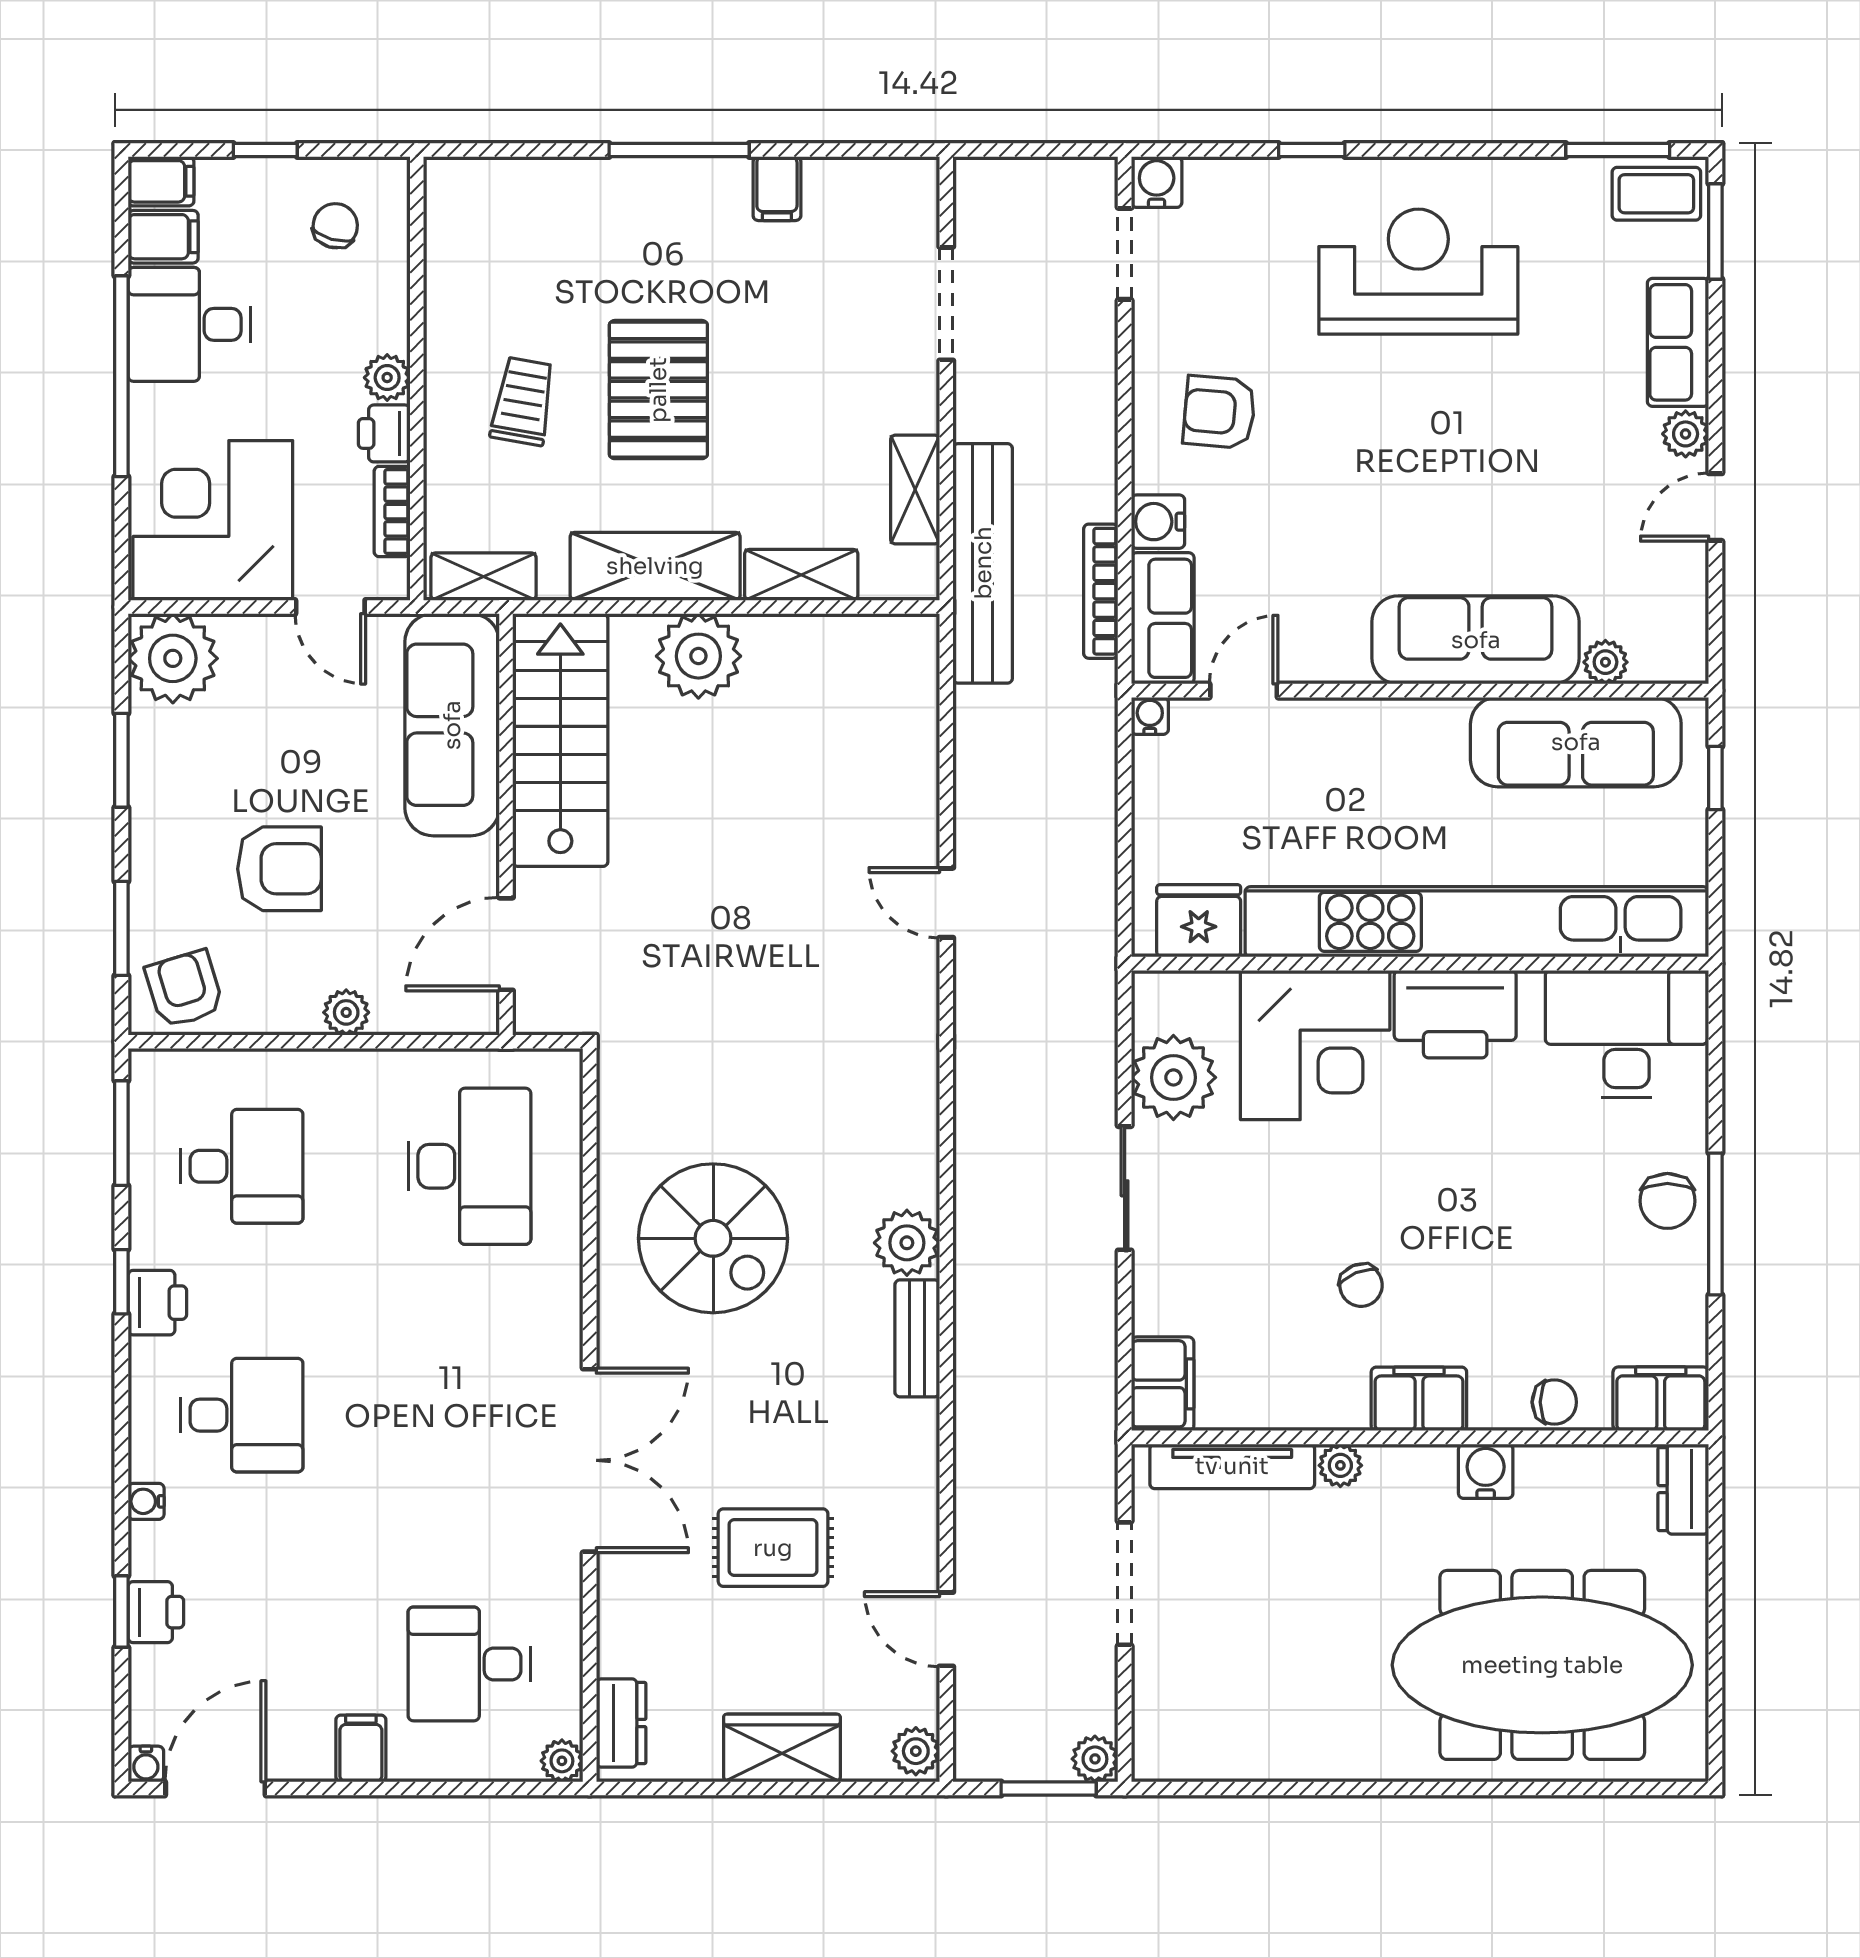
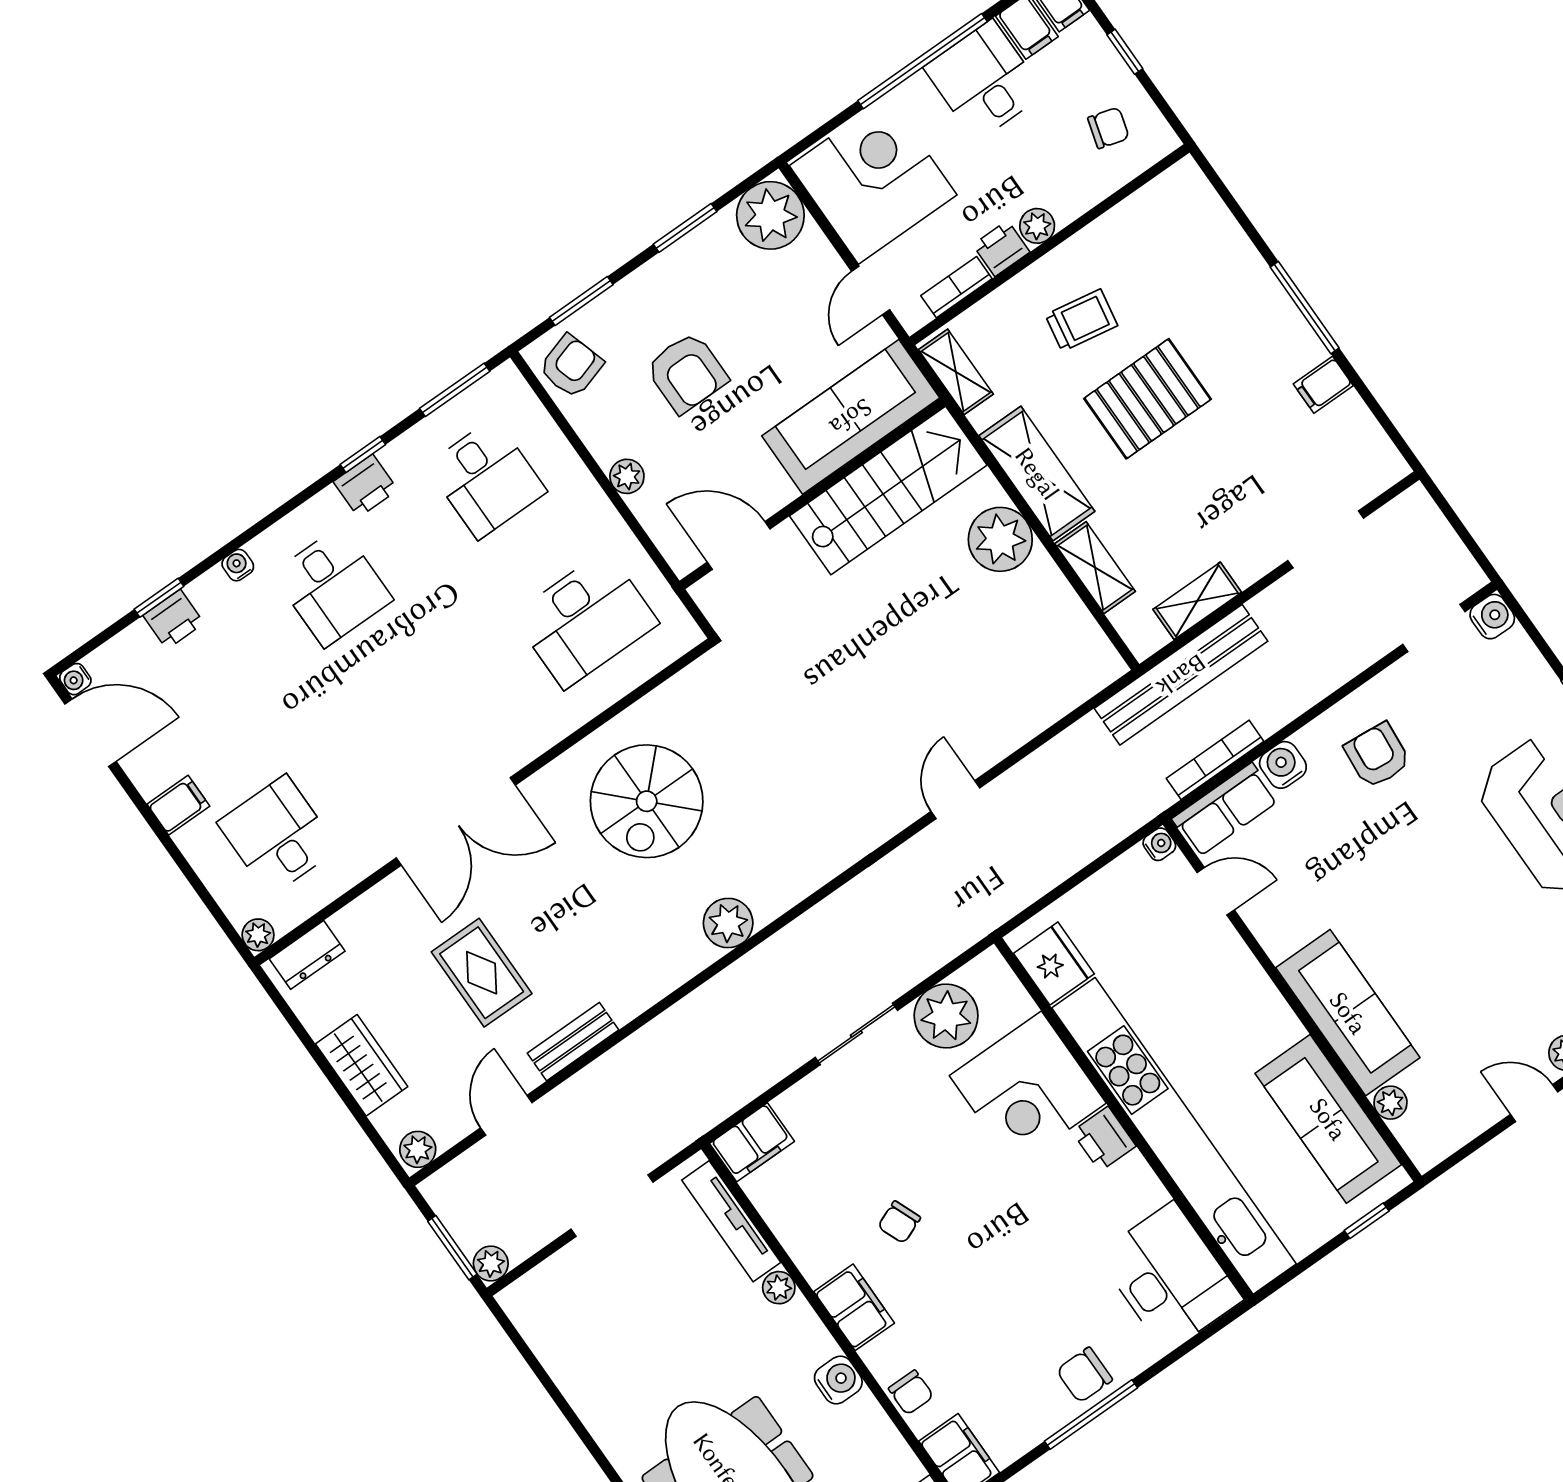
printer: (1455, 1014) -> (1104, 1139), width x0.53, depth x0.68
bench: (917, 1338) -> (573, 1042), moved

